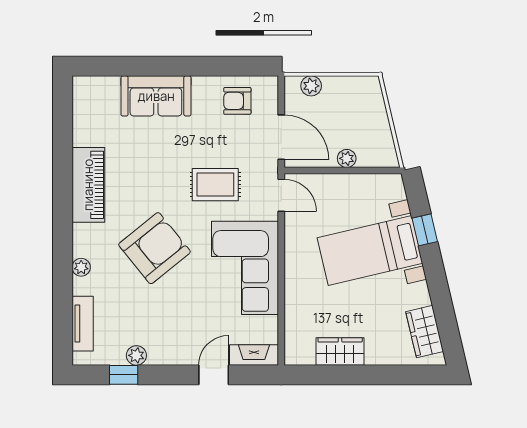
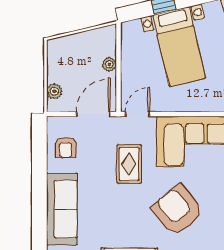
sofa: (156, 96) -> (62, 209), width x1.36

